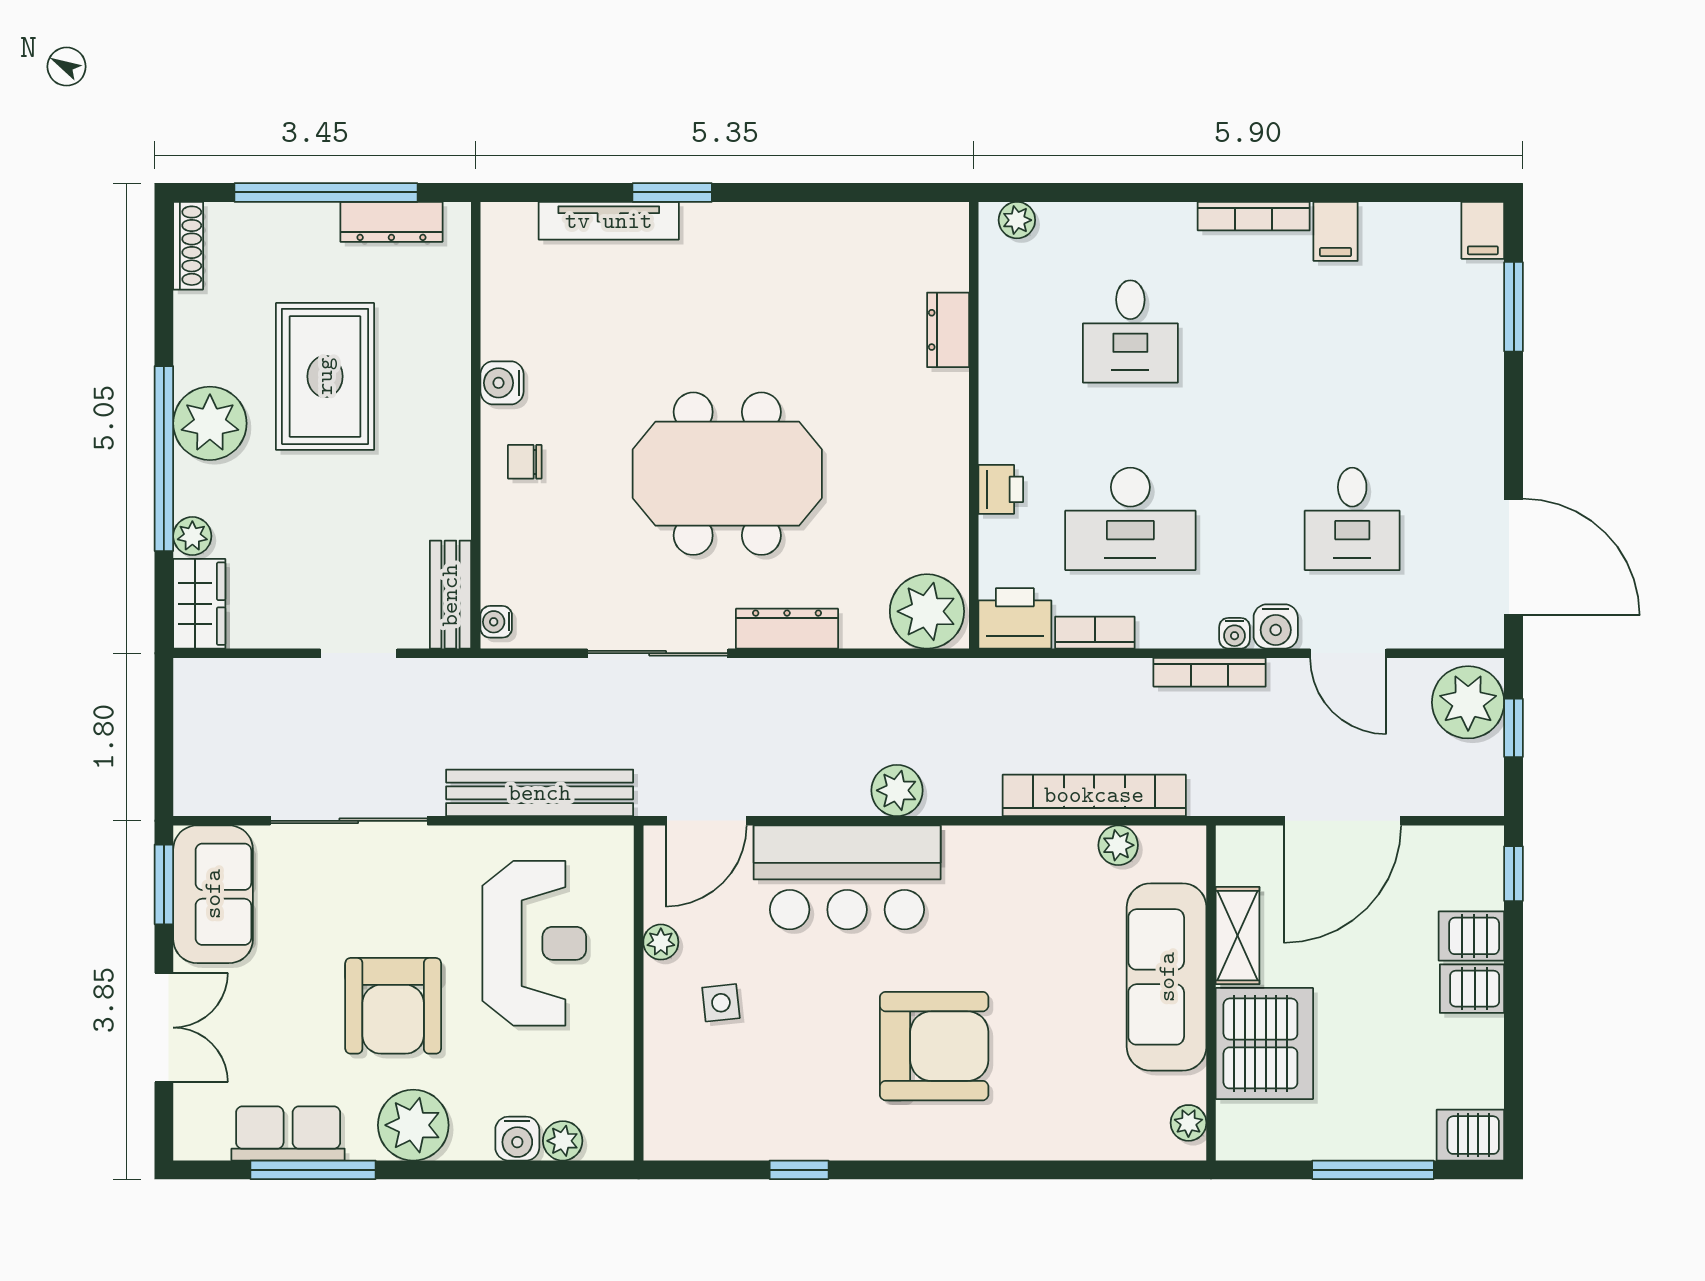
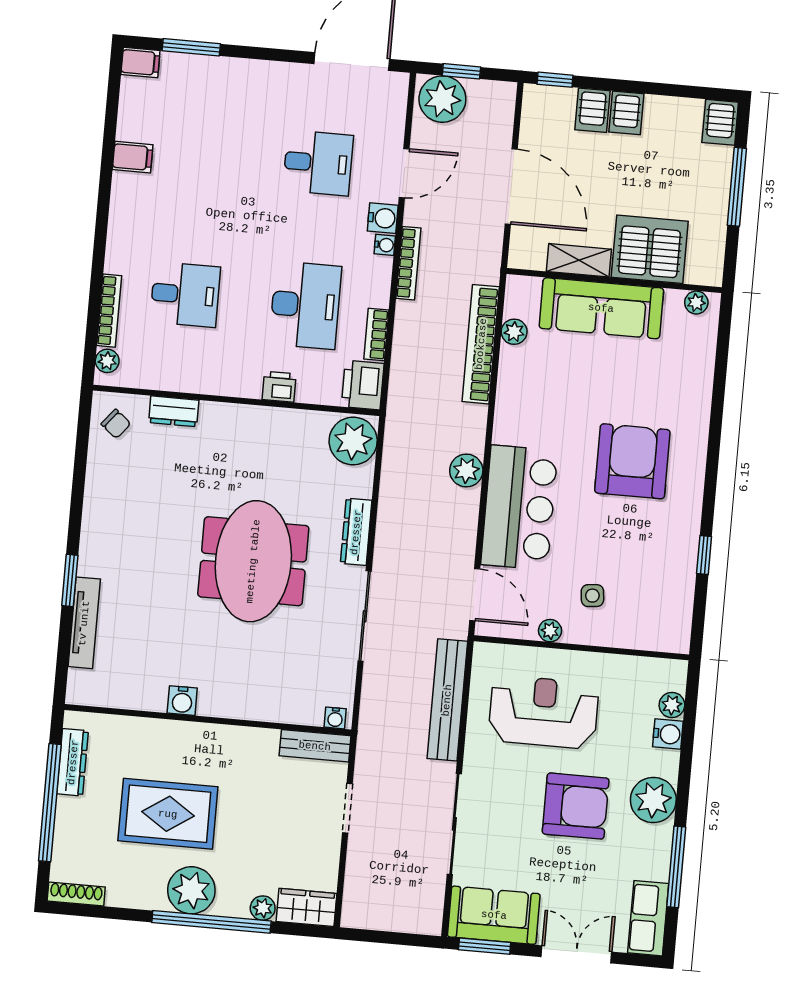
bookcase: (1254, 216) -> (109, 311), moved
chair: (525, 462) -> (116, 424), moved, turned -51
row of seats: (288, 1133) -> (648, 918), moved

